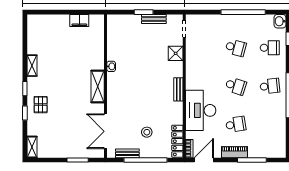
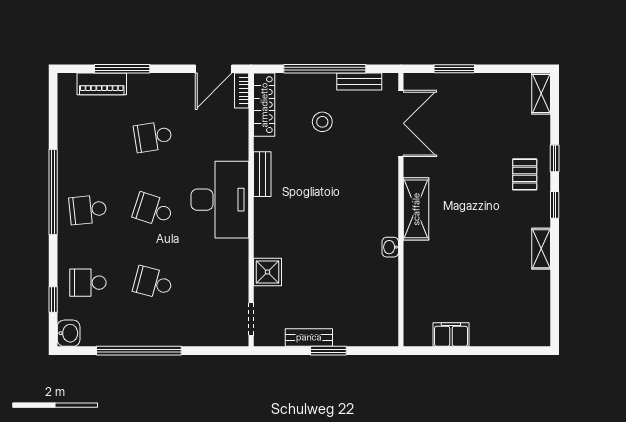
bench: (178, 89) -> (262, 174), moved
desk: (201, 110) -> (220, 200), moved
piano: (234, 152) -> (102, 84), moved

